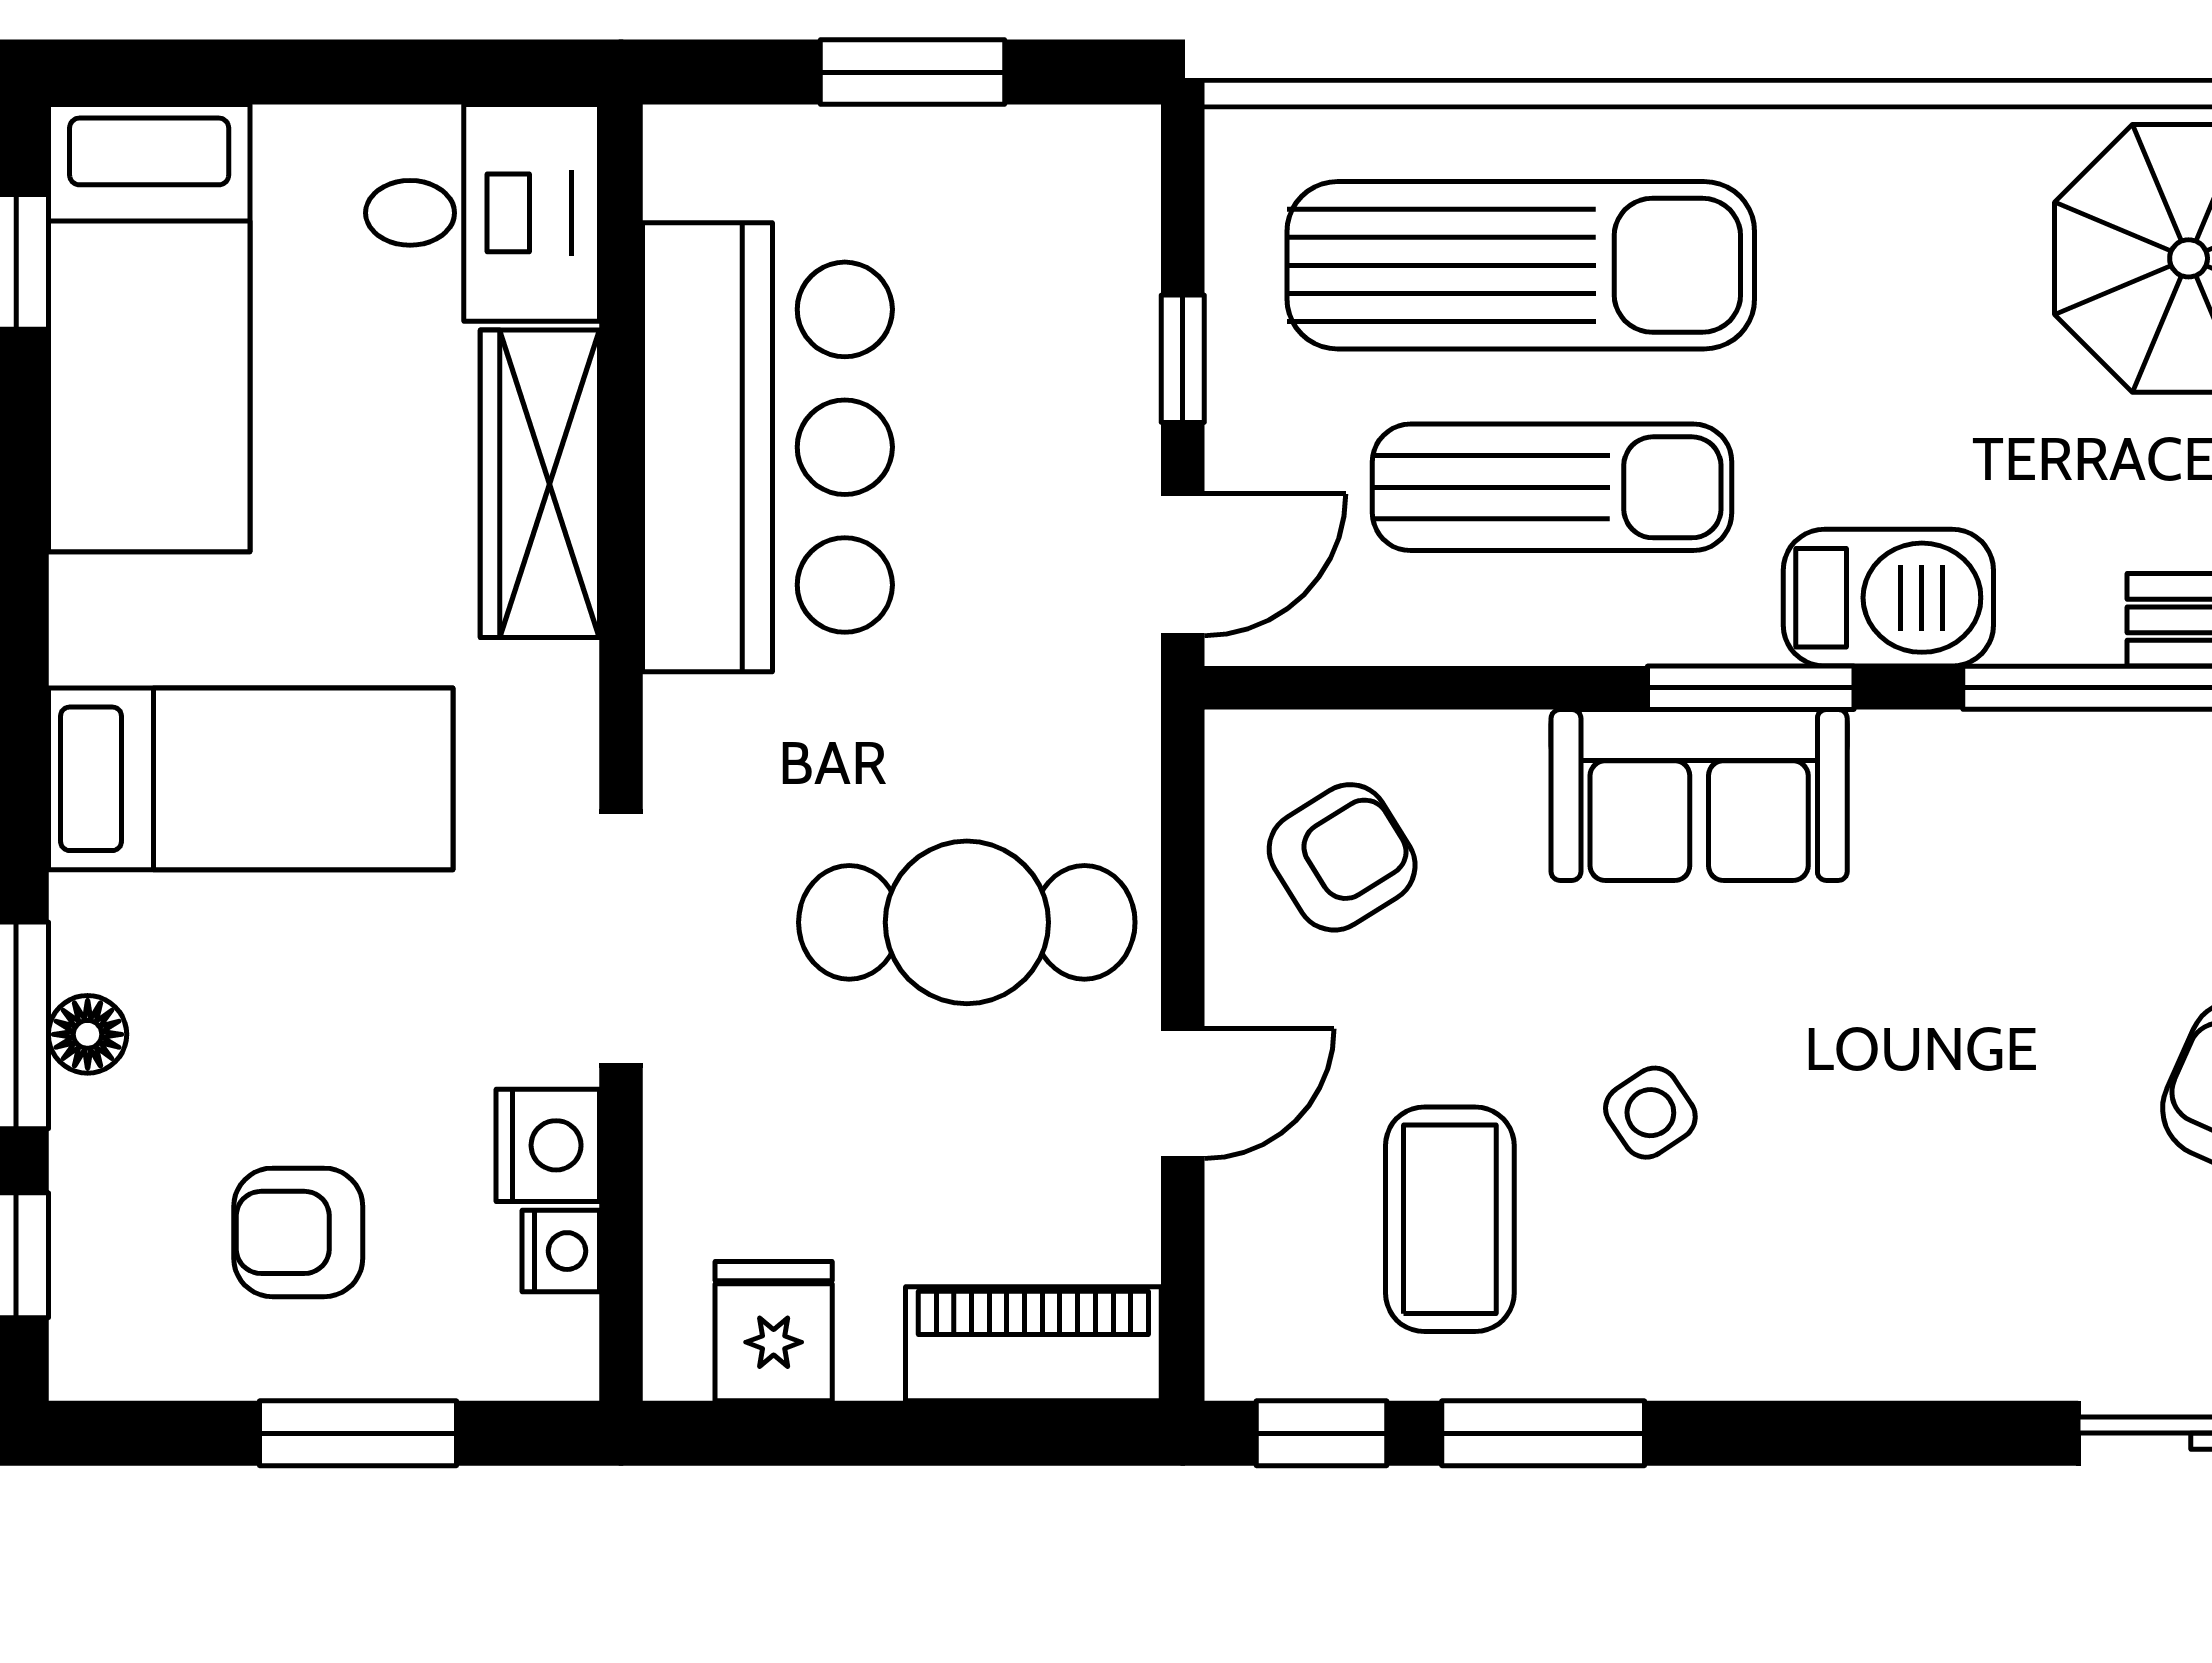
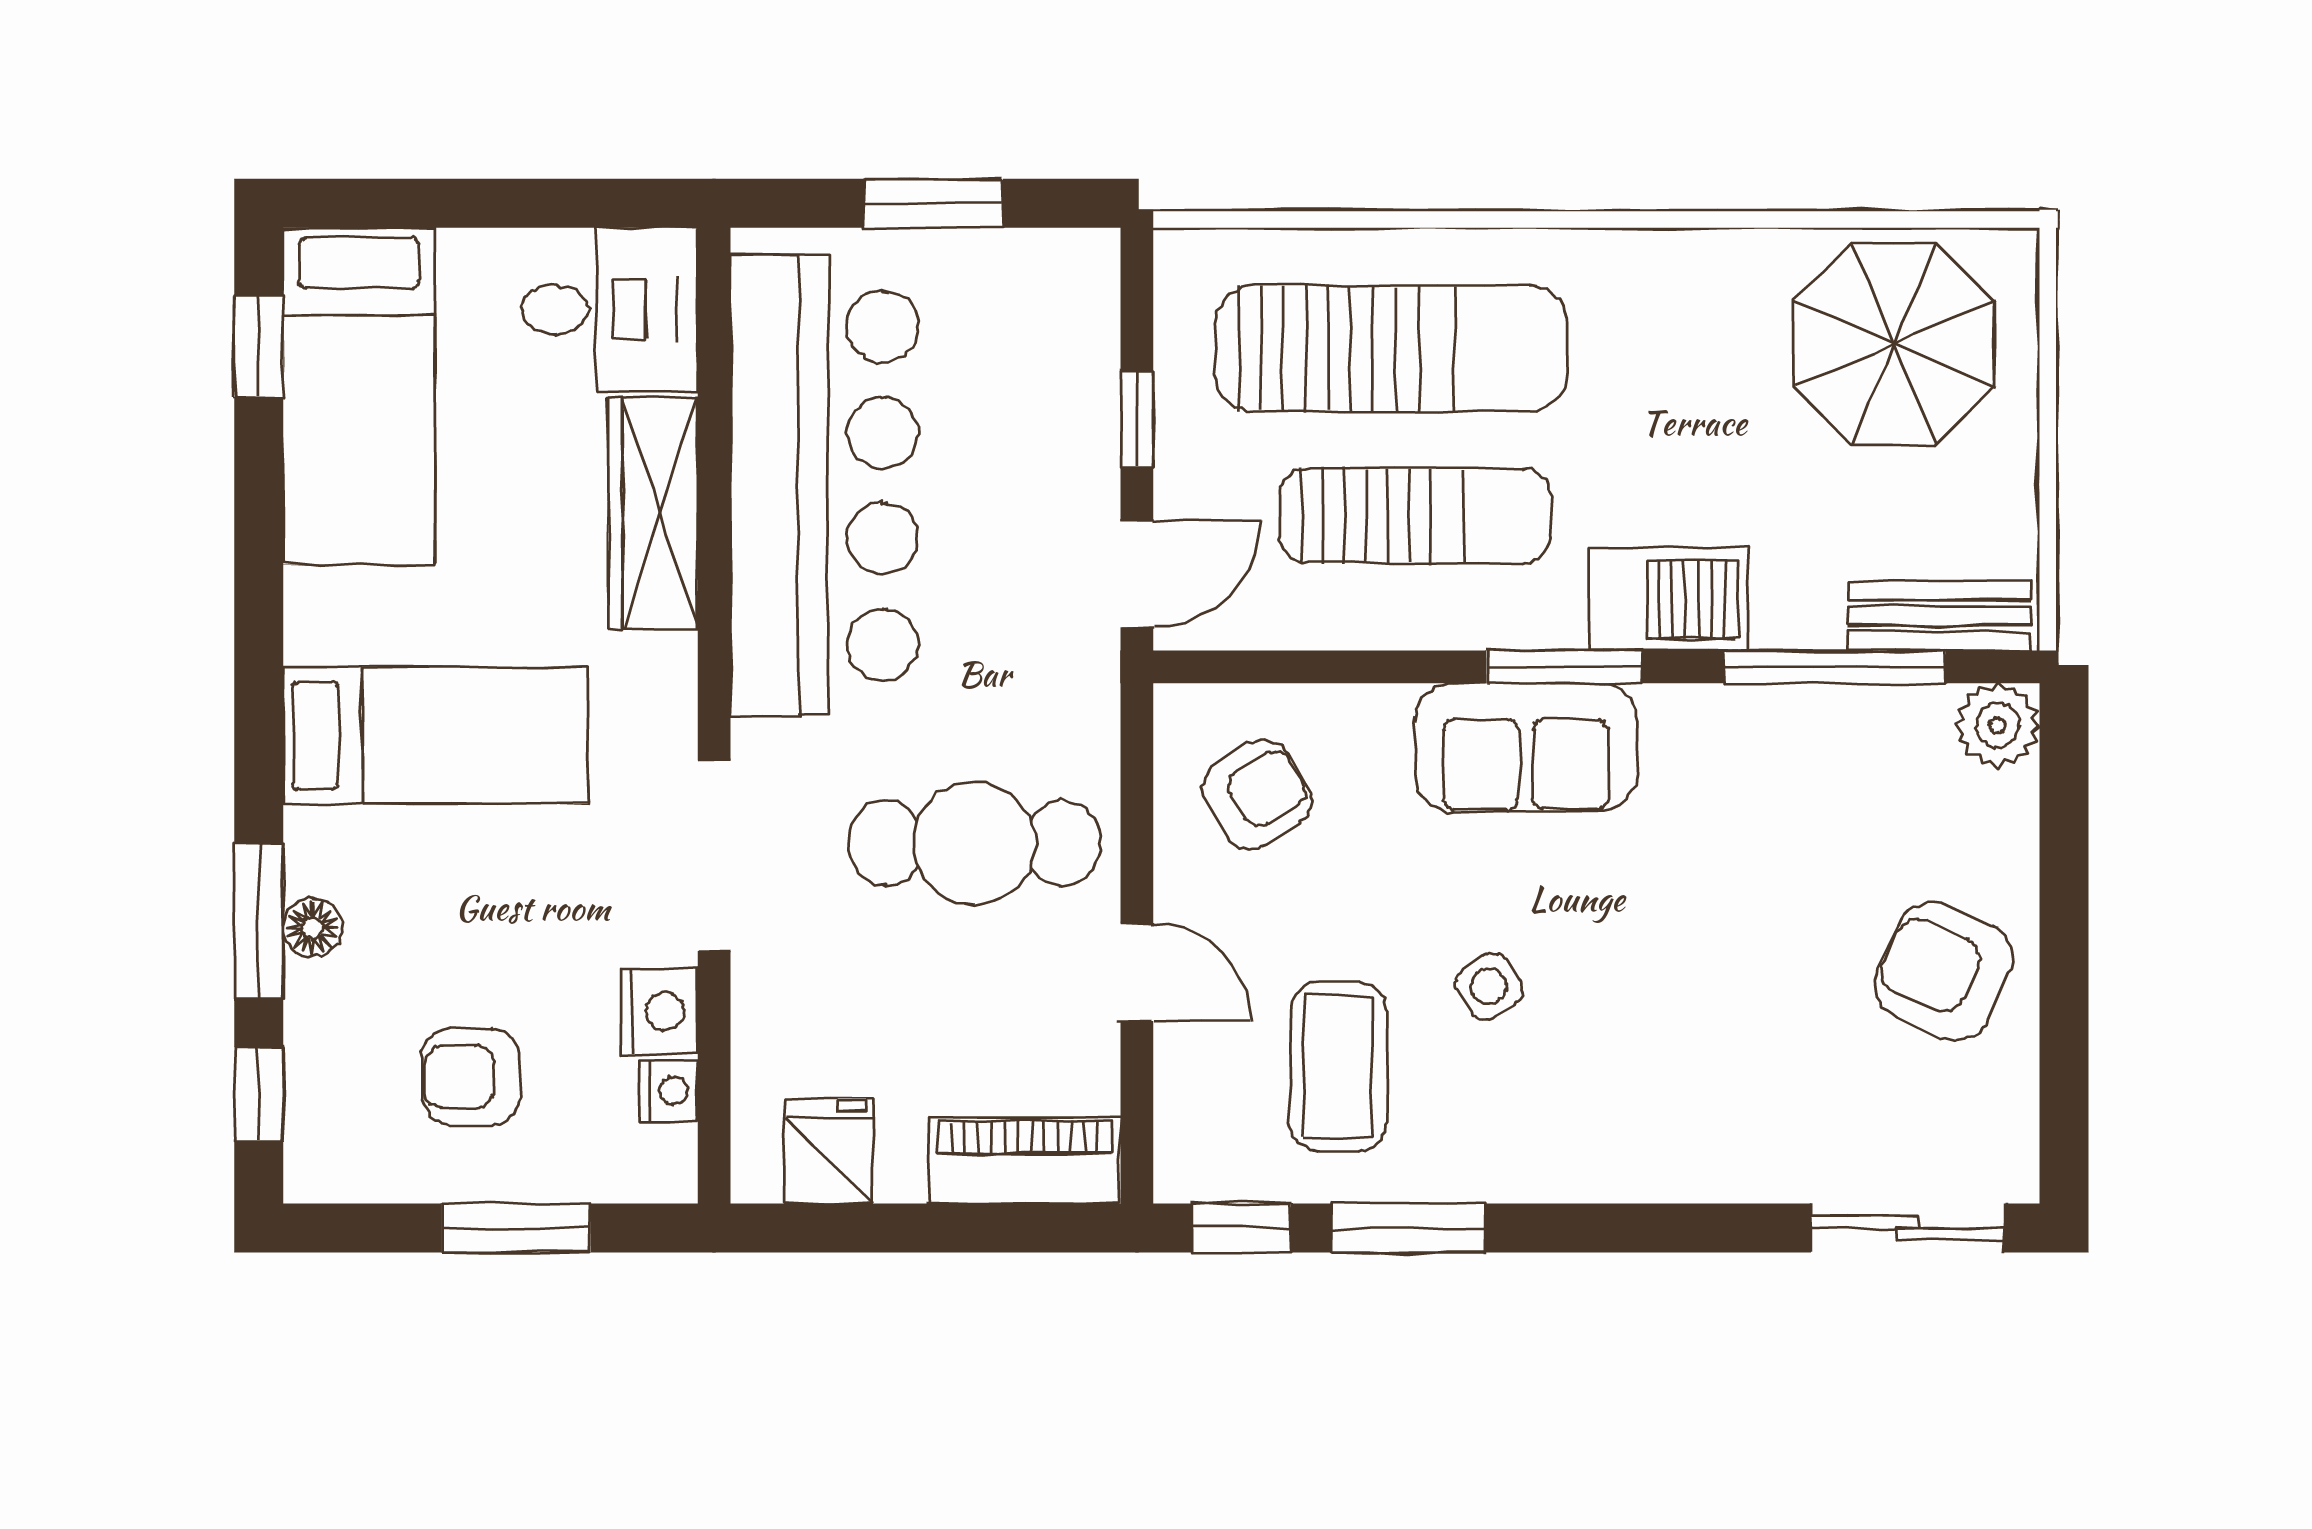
bar counter: (767, 447) -> (824, 486), width x1.36
door: (1183, 1094) -> (1137, 972), hinge flipped

